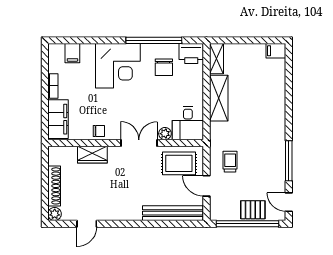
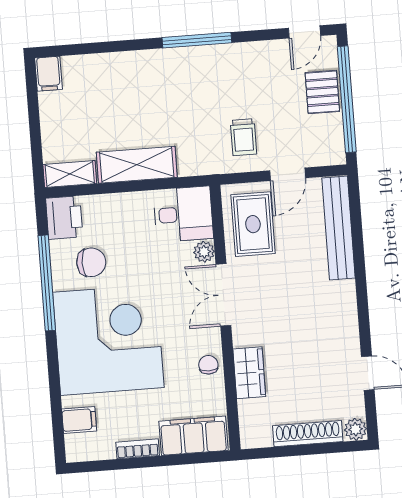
corner desk: (118, 66) -> (108, 340), width x1.36, depth x1.36
window: (289, 161) -> (197, 40), moved
trolley: (230, 162) -> (243, 137), turned -90

